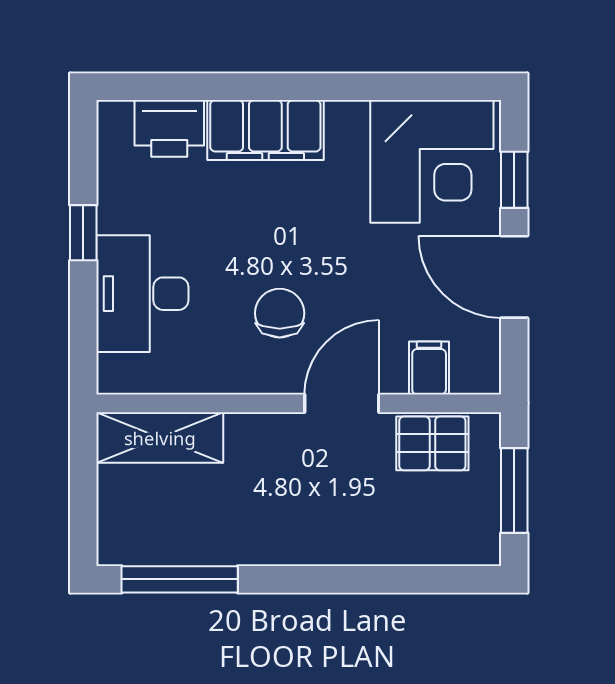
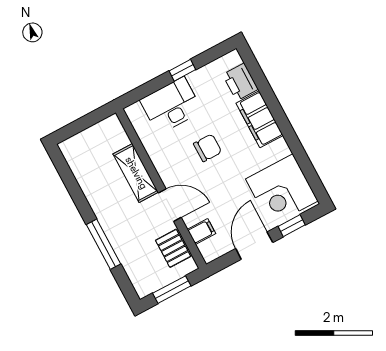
chair: (280, 313) -> (208, 148), moved
shelving: (160, 438) -> (136, 173), moved
window: (180, 579) -> (103, 244), moved

